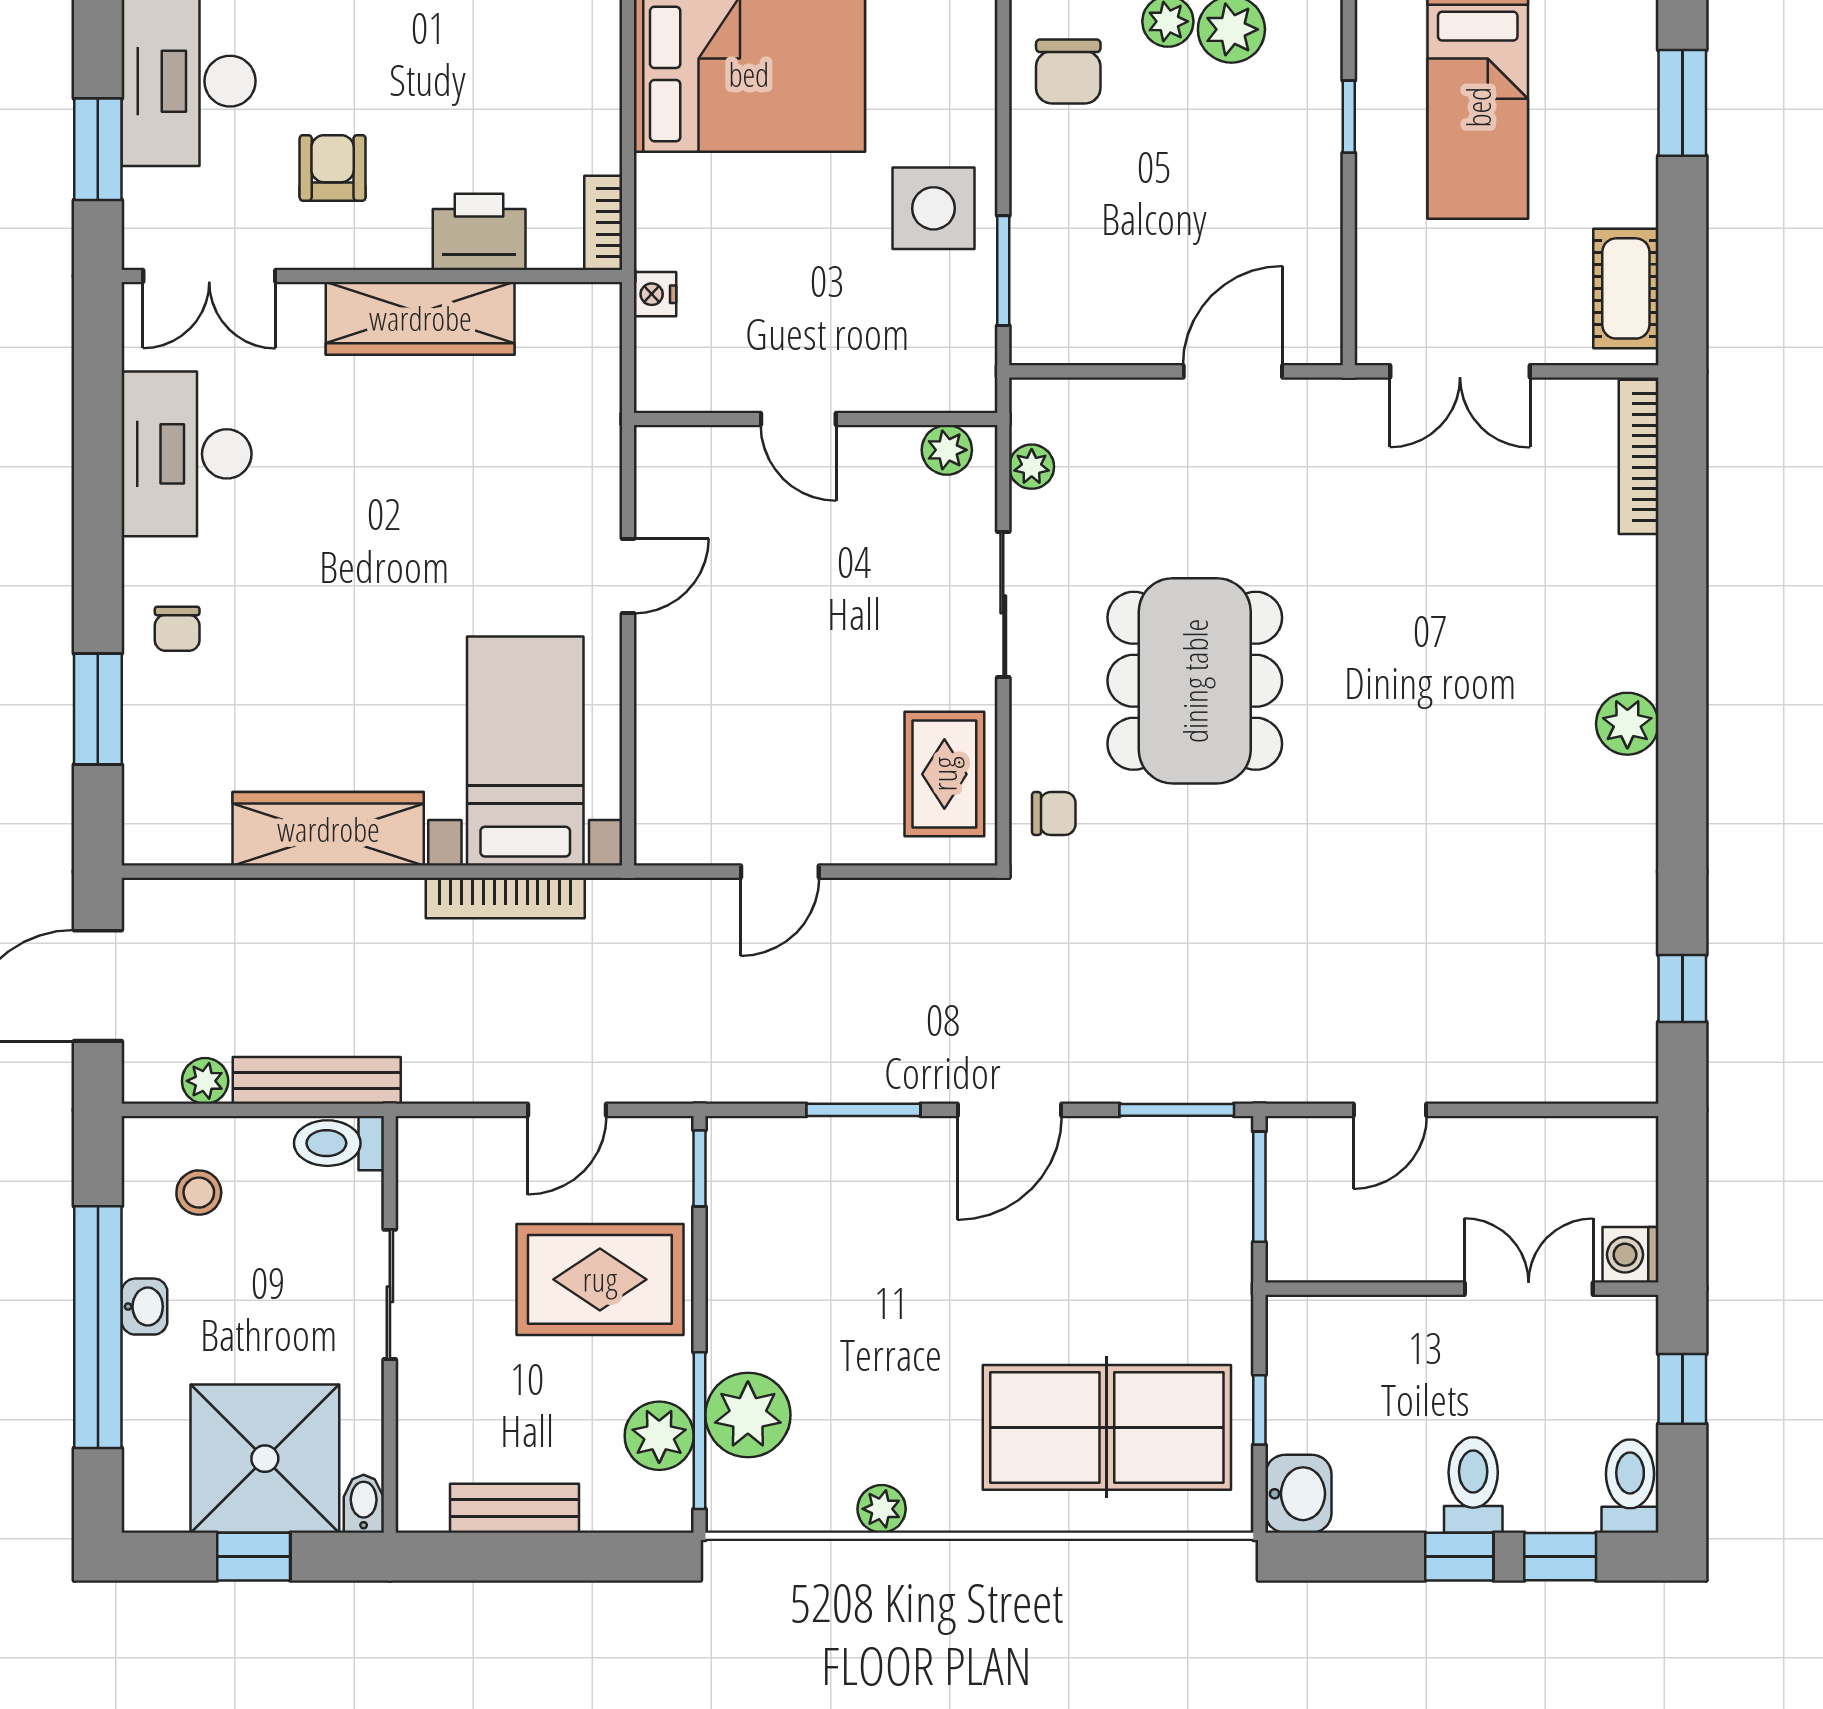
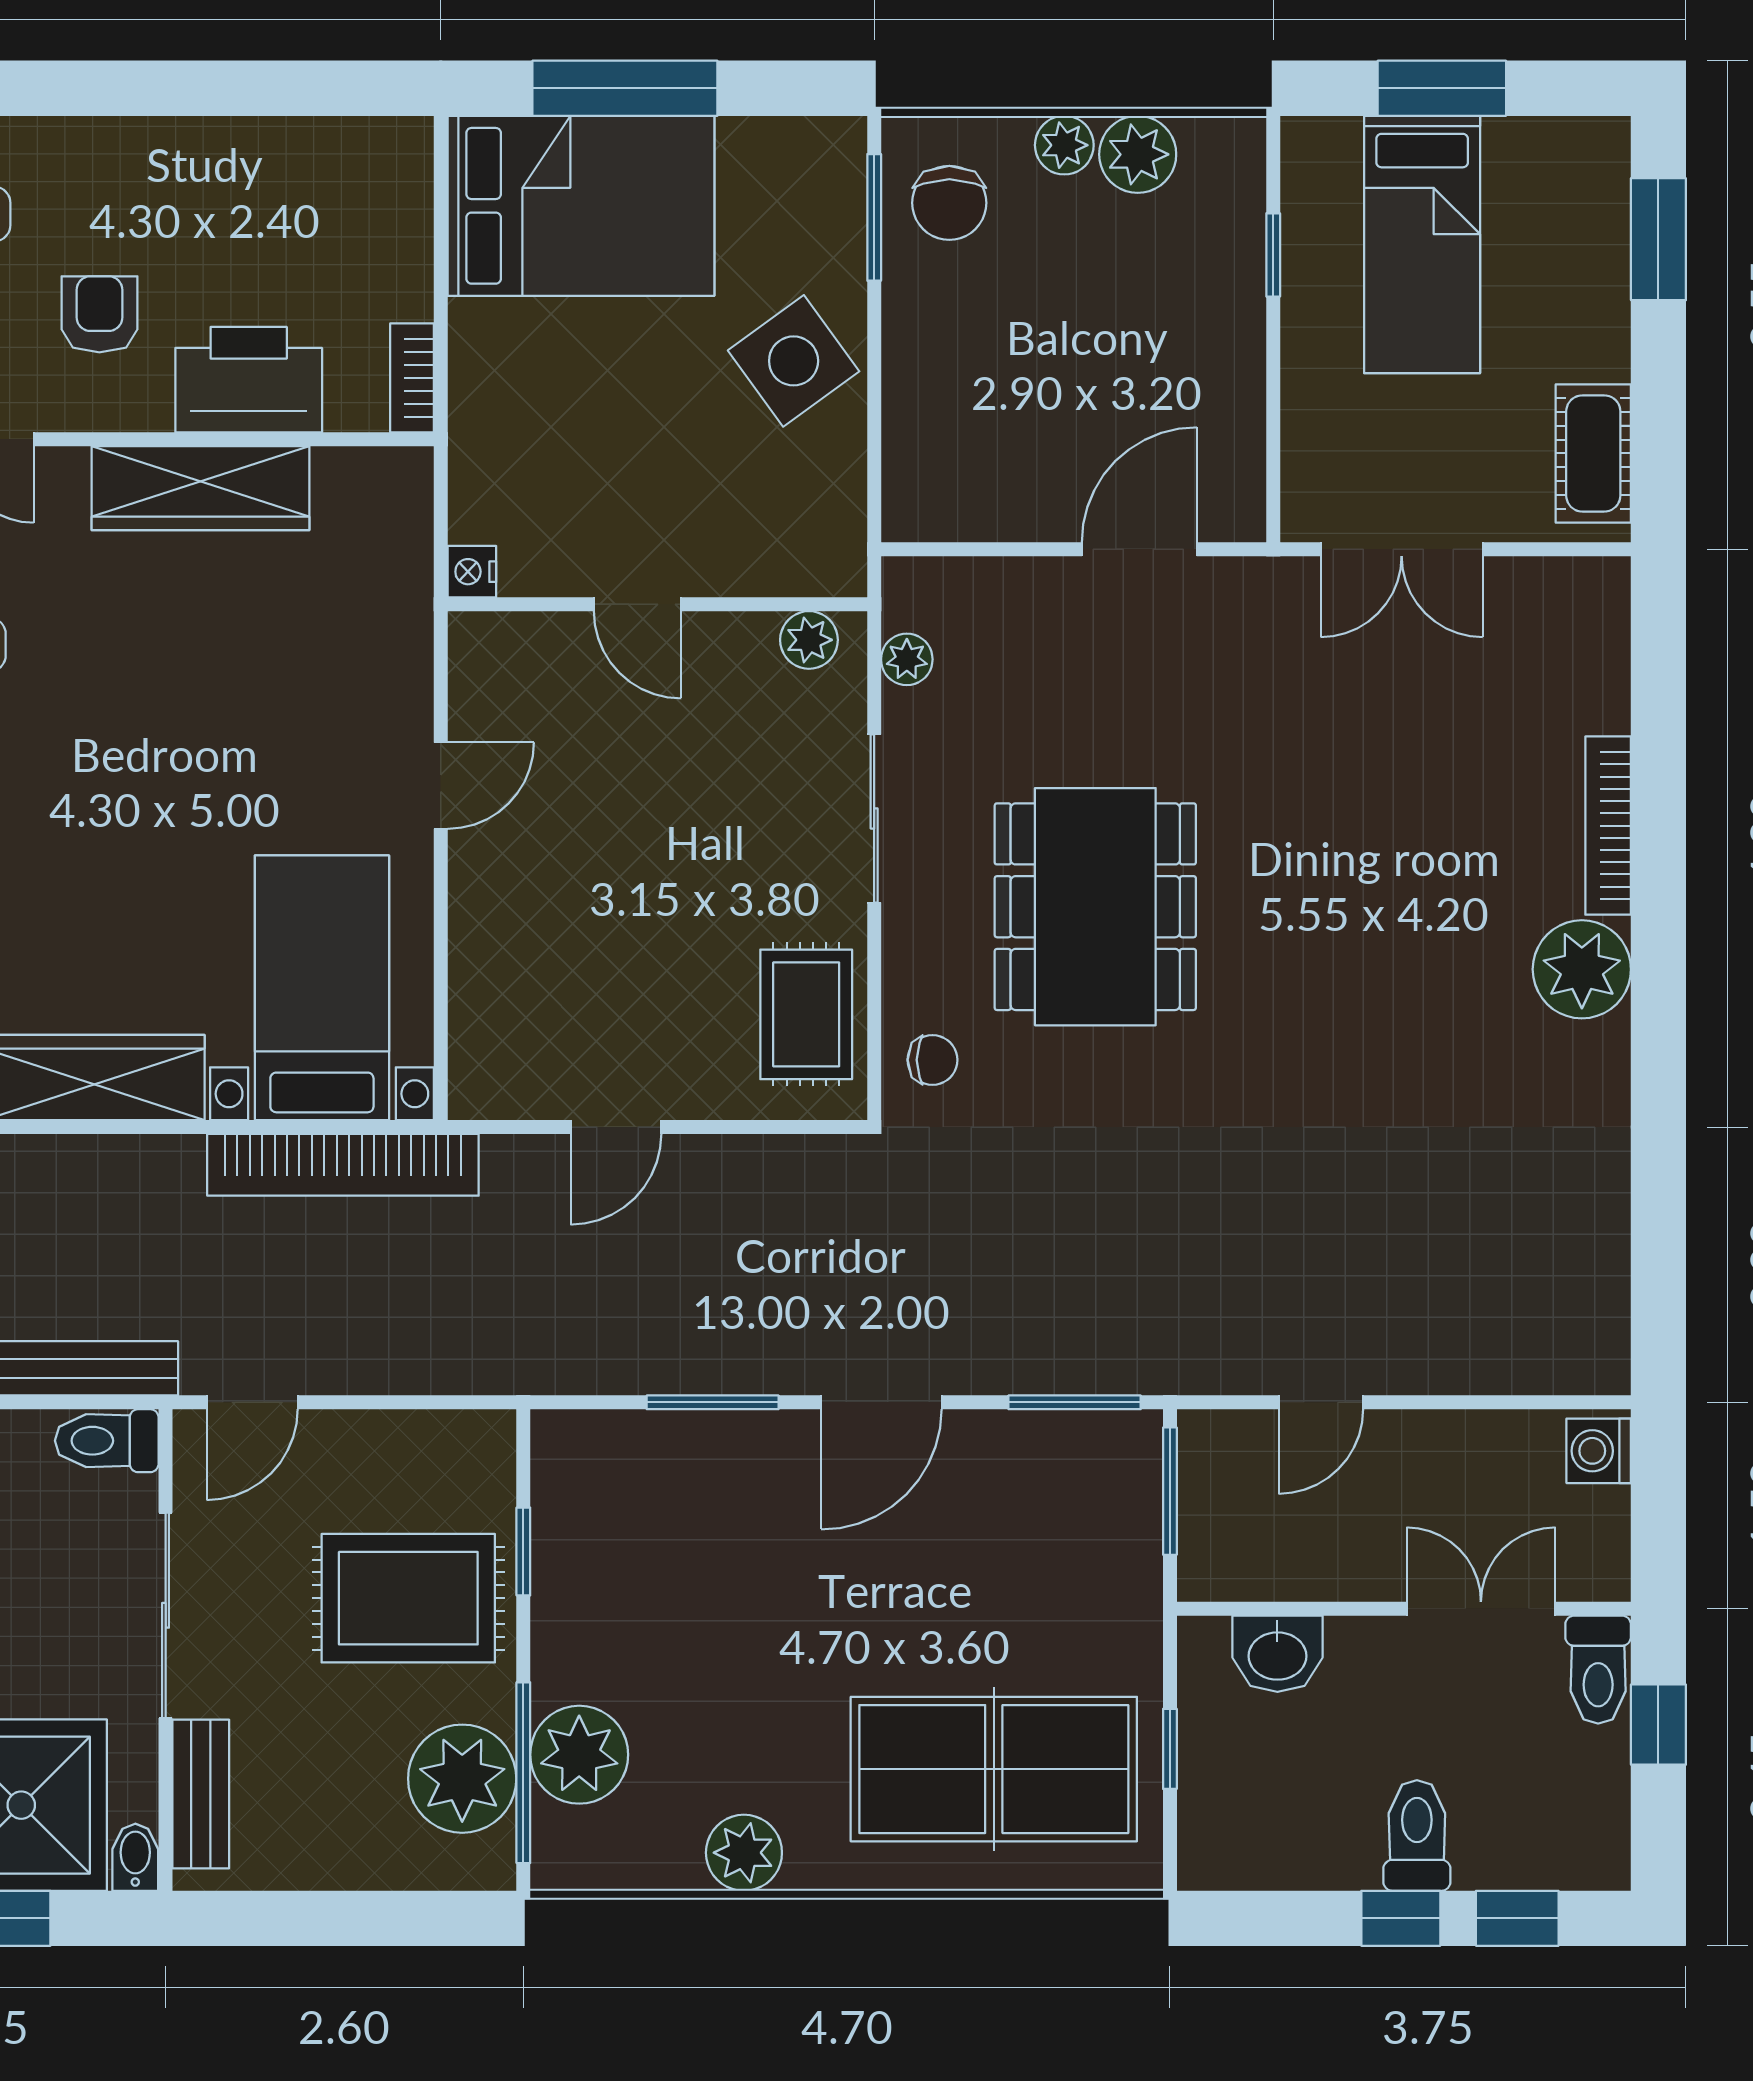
side table: (934, 208) -> (794, 361), turned -36
printer: (479, 232) -> (249, 380), width x1.37, depth x1.19
window: (1003, 271) -> (874, 217), moved
nightstand: (655, 294) -> (472, 572), moved
bookcase: (1639, 457) -> (1608, 826), moved
plant: (1627, 724) -> (1582, 969), width x1.36, depth x1.36
bookcase: (505, 898) -> (343, 1165), width x1.48, depth x1.31
window: (1682, 988) -> (1658, 1262), removed
door: (567, 1110) -> (252, 1402), moved
window: (699, 1168) -> (523, 1552), moved
washing machine: (1631, 1255) -> (1599, 1451), moved
sliding door: (390, 1294) -> (166, 1615), width x1.37
plant: (659, 1436) -> (462, 1779), width x1.36, depth x1.36
toilet: (1630, 1486) -> (1598, 1670), moved, turned 180
washbasin: (1298, 1494) -> (1277, 1654), moved, turned 90
bench: (515, 1508) -> (201, 1794), moved, turned 90
plant: (882, 1509) -> (744, 1853), width x1.38, depth x1.38

